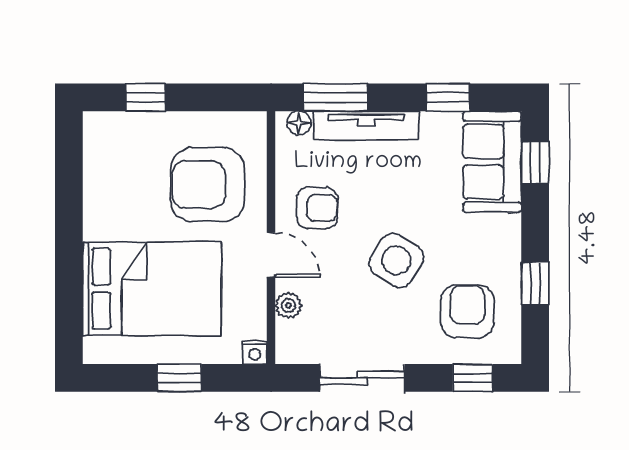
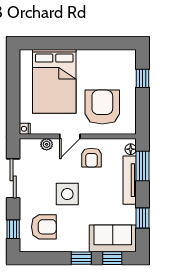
side table: (396, 260) -> (67, 194), turned -33
window: (535, 283) -> (81, 258), moved
window: (179, 378) -> (13, 94), removed

